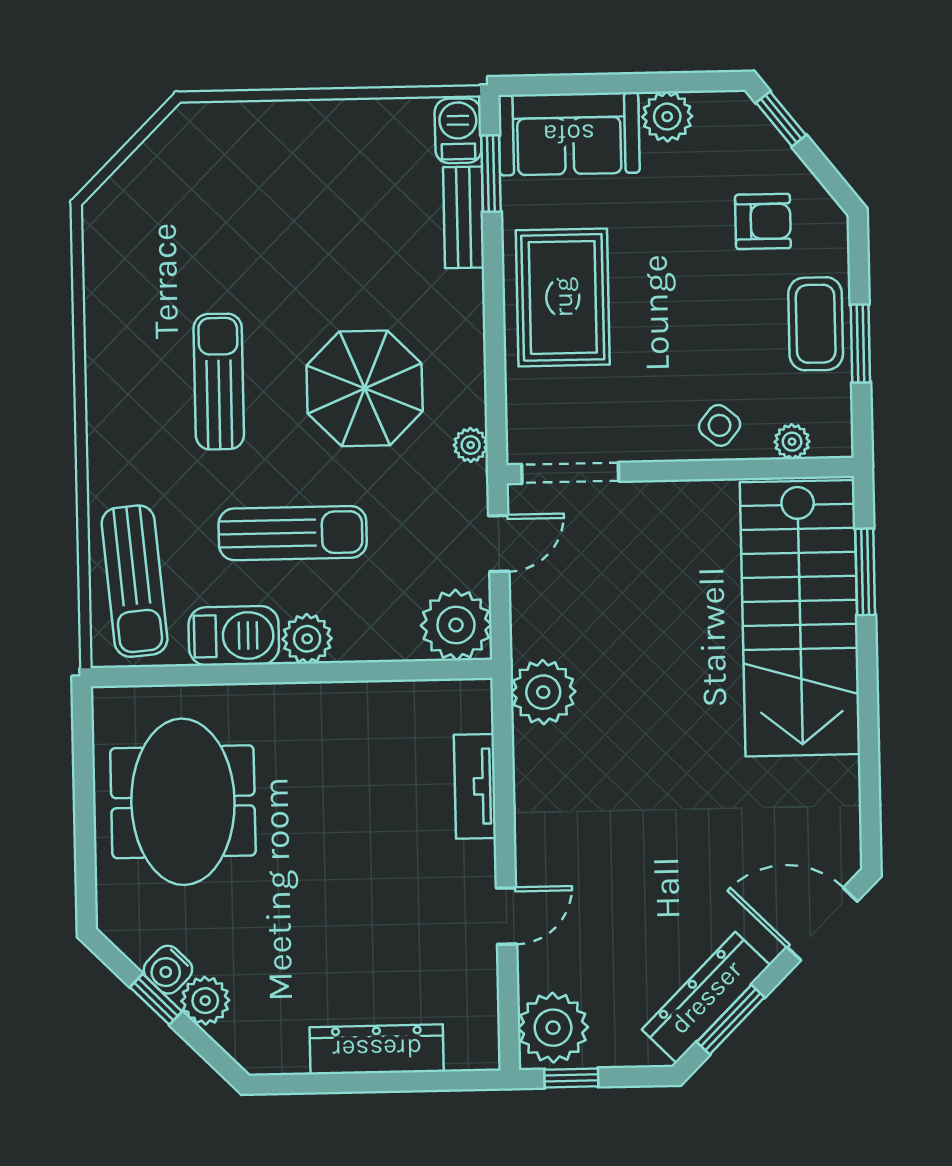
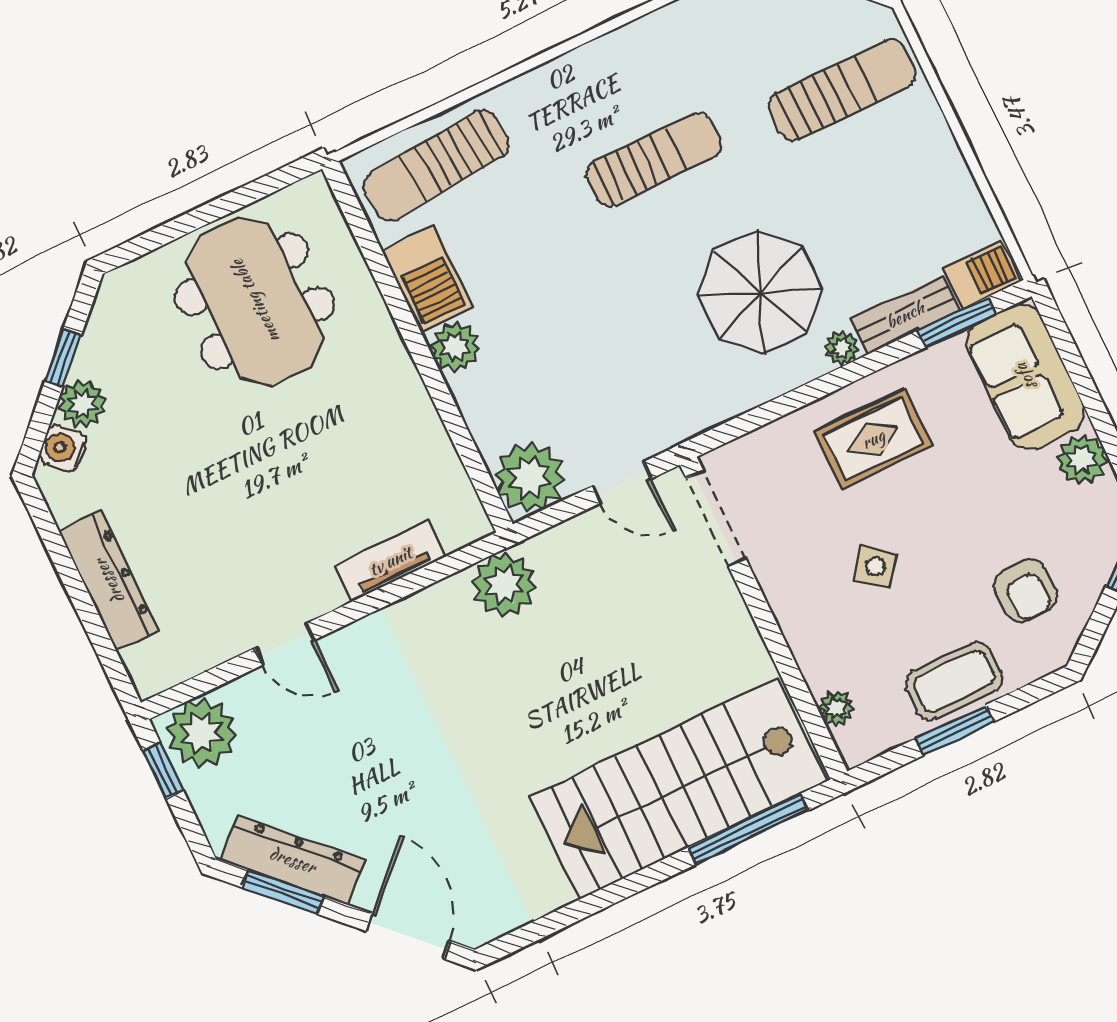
rug: (563, 297) -> (873, 439), width x0.73, depth x0.70
parasol: (365, 388) -> (760, 292), moved
side table: (720, 425) -> (875, 566), moved
plant: (471, 445) -> (842, 348), moved
sun lounger: (293, 533) -> (842, 90), moved, turned -90
window: (865, 572) -> (748, 829), width x1.44
meeting table: (183, 802) -> (255, 301), turned 90
water cooler: (168, 970) -> (63, 448), moved

